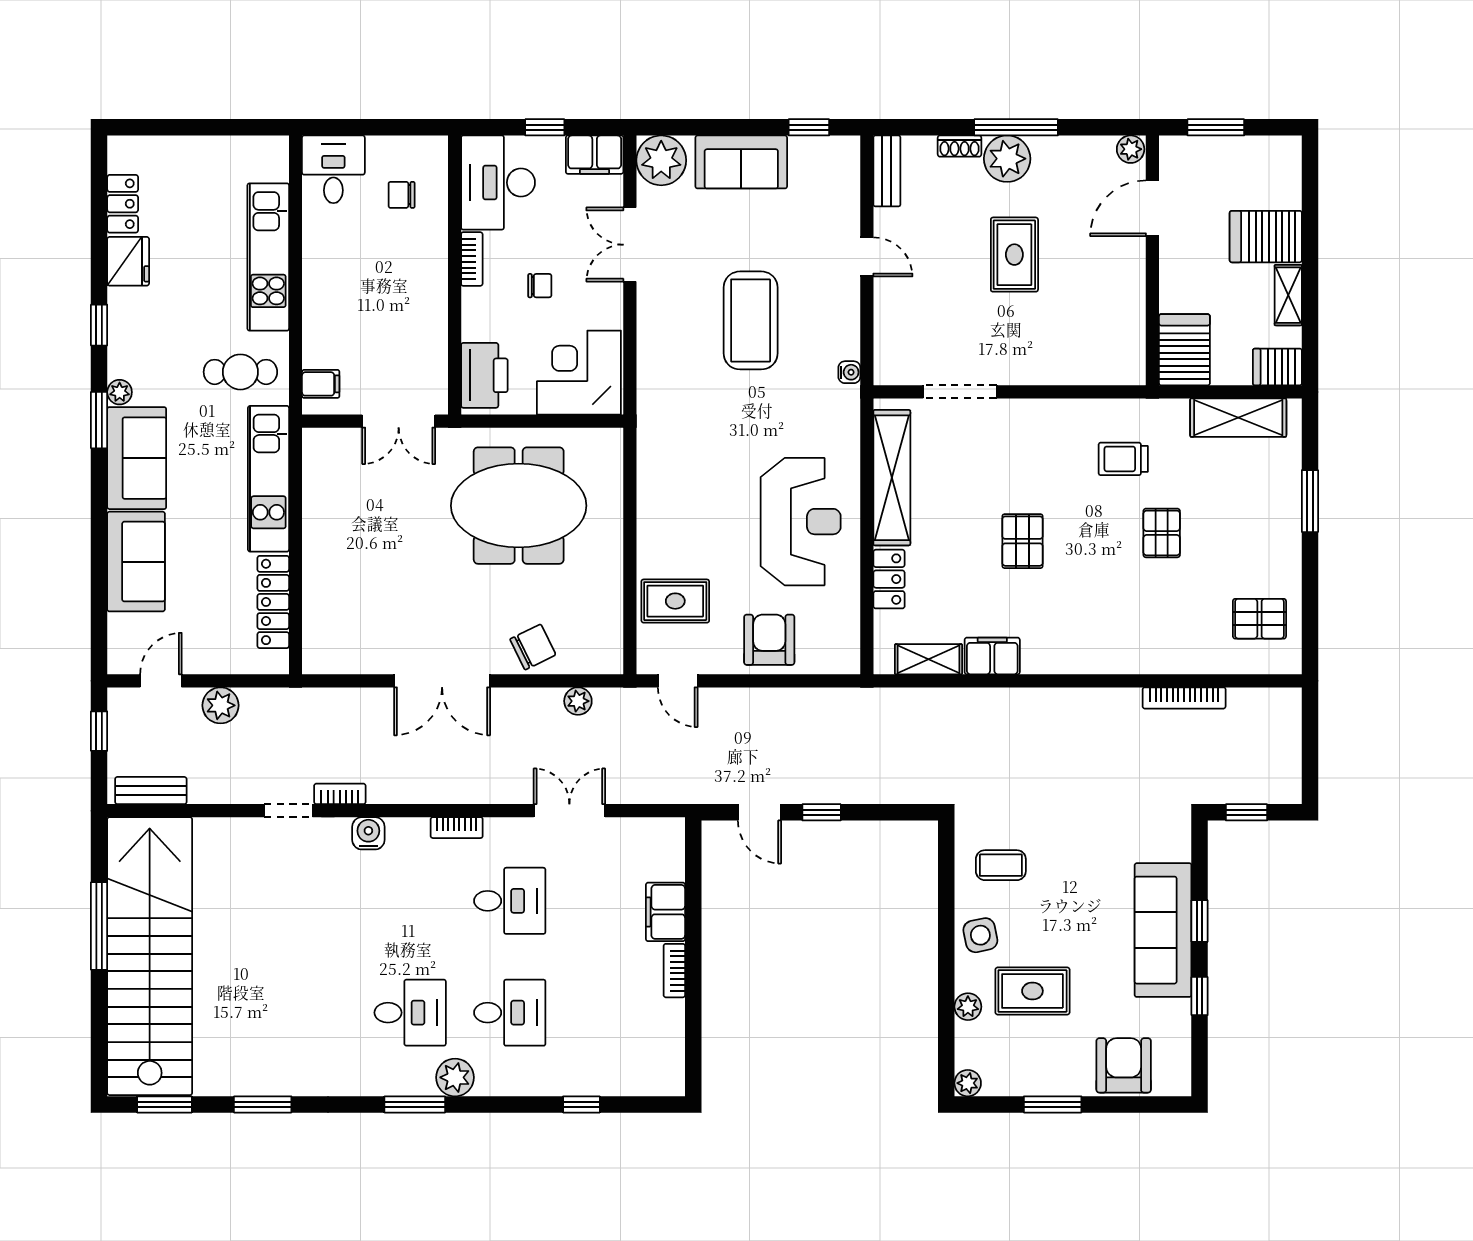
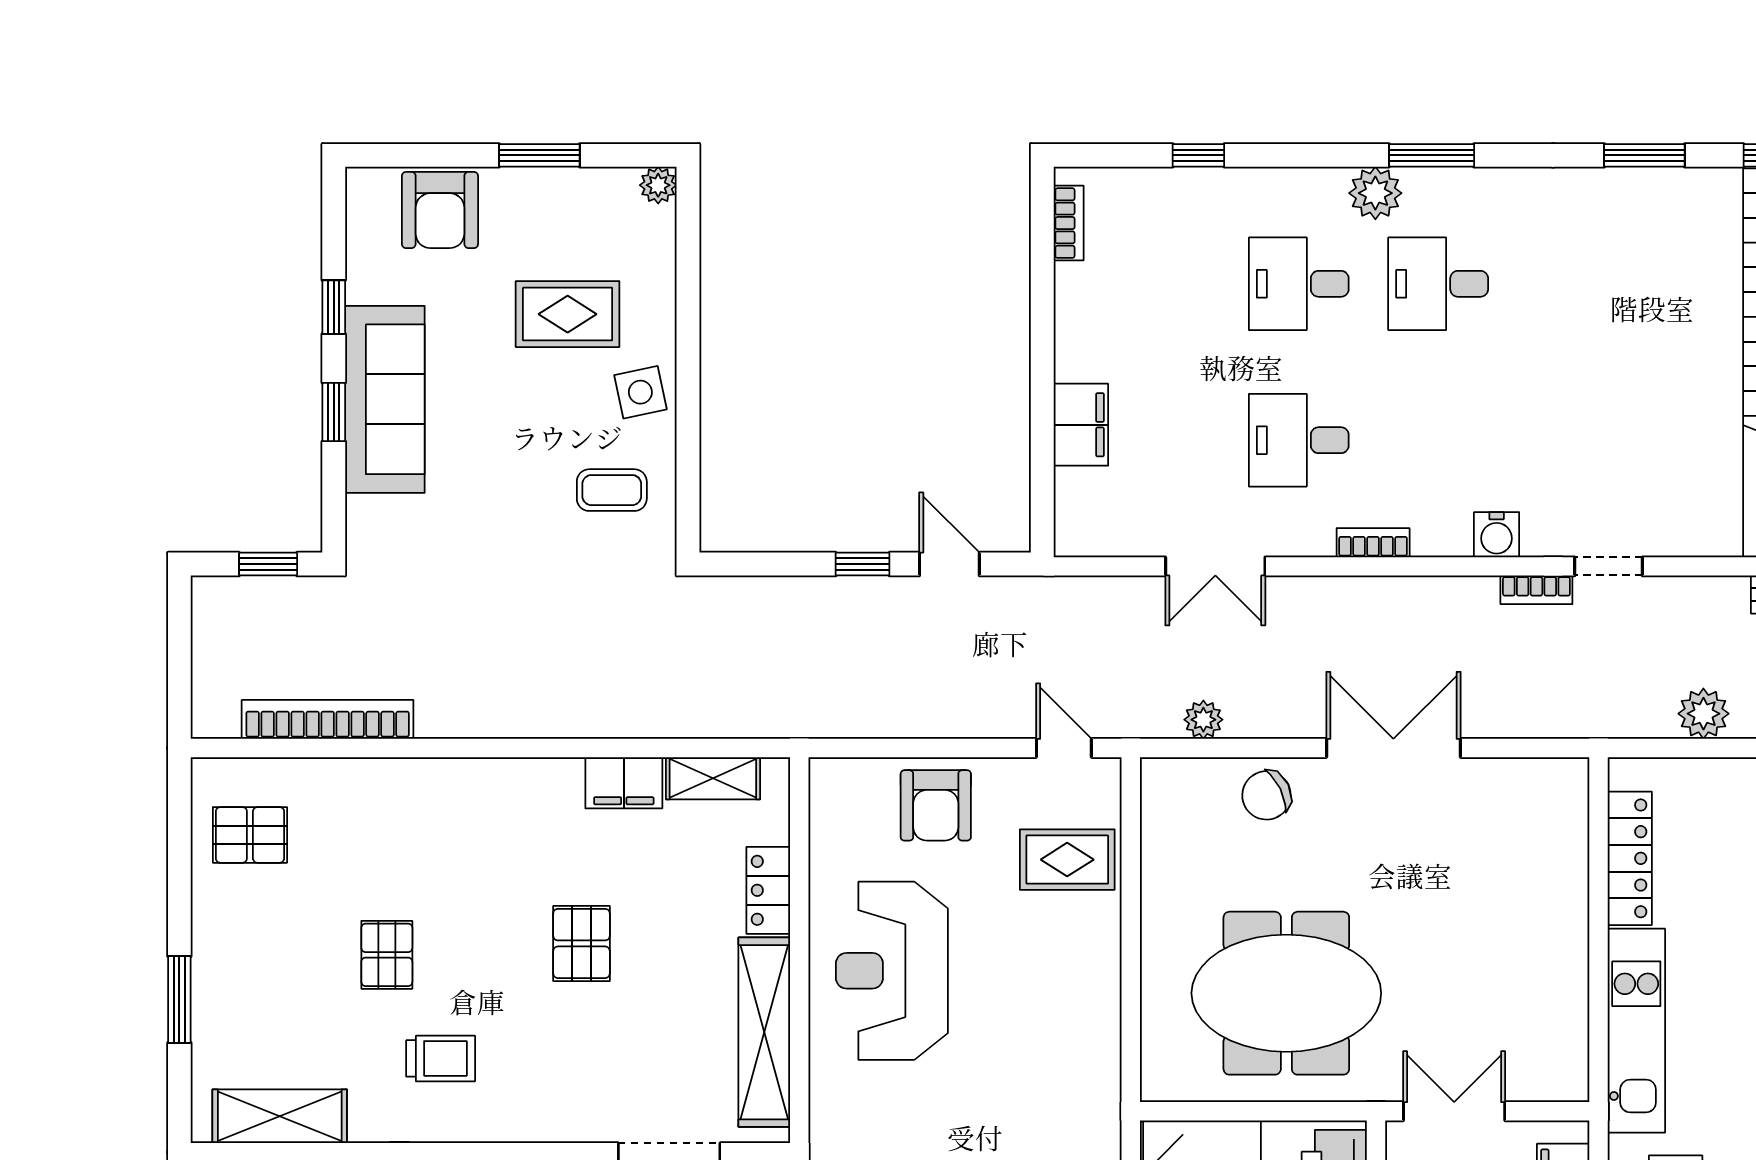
bookcase: (1184, 698) -> (328, 719), width x1.48, depth x1.31
bookcase: (674, 971) -> (1069, 223), moved
plant: (968, 1007) -> (658, 292), removed

